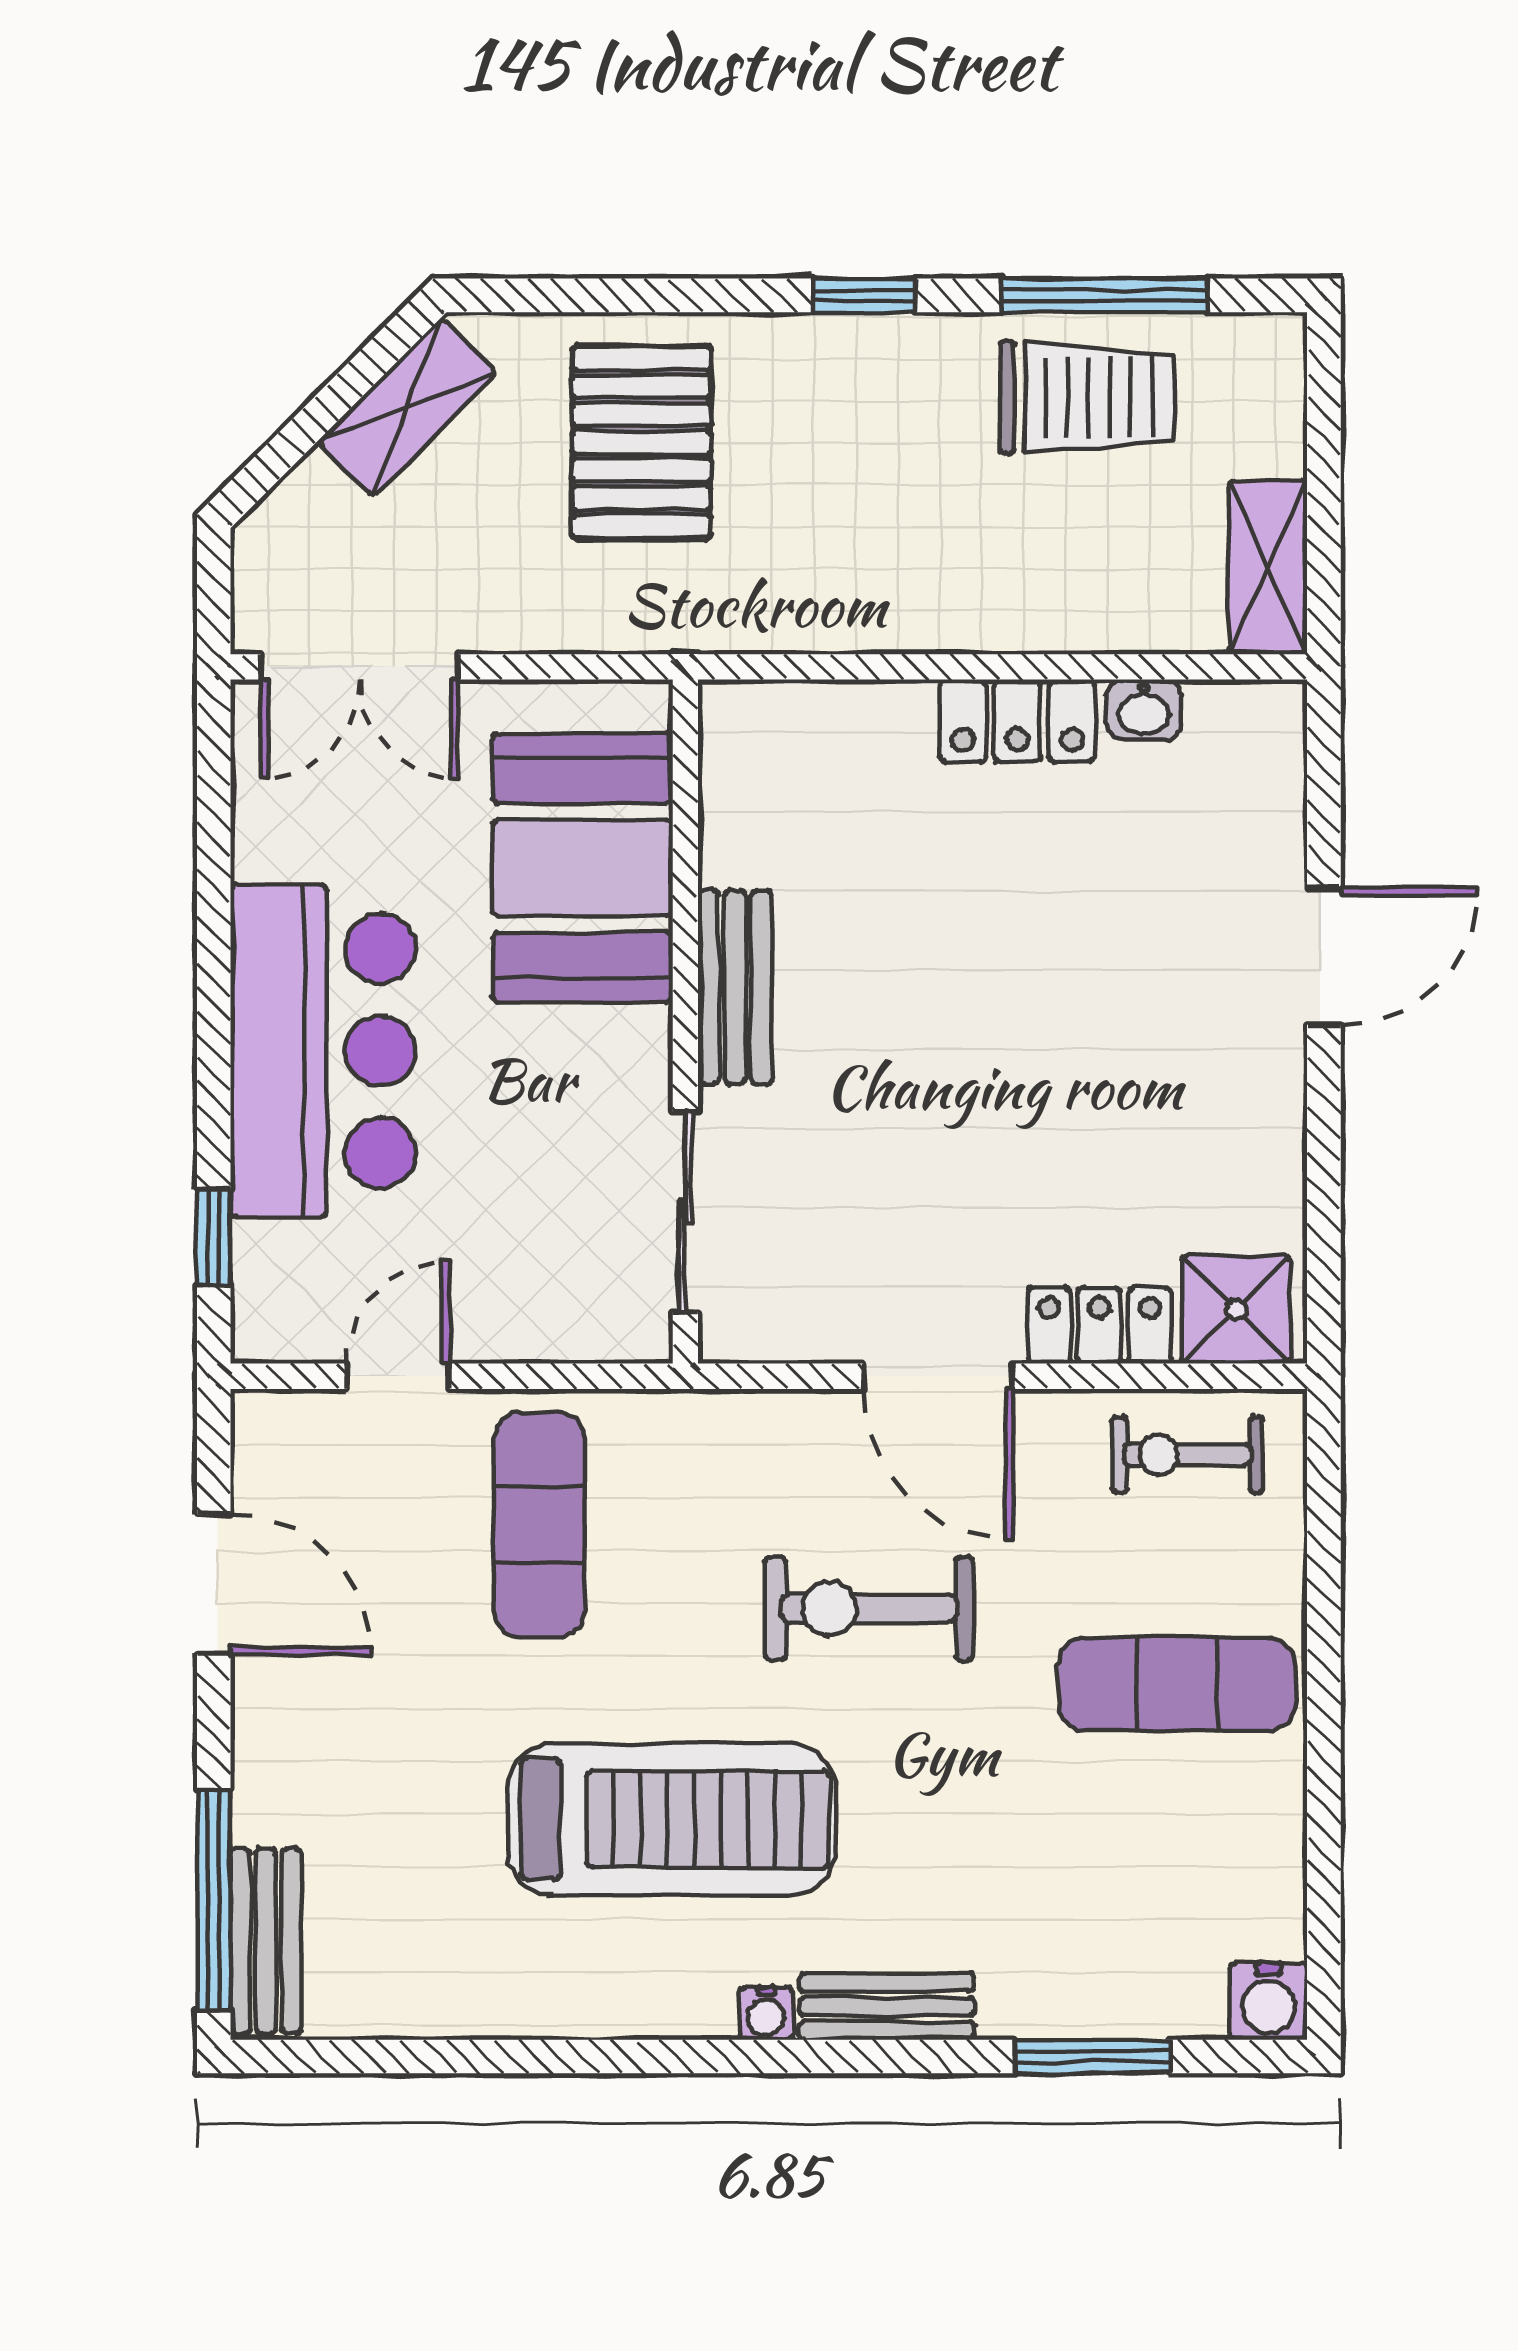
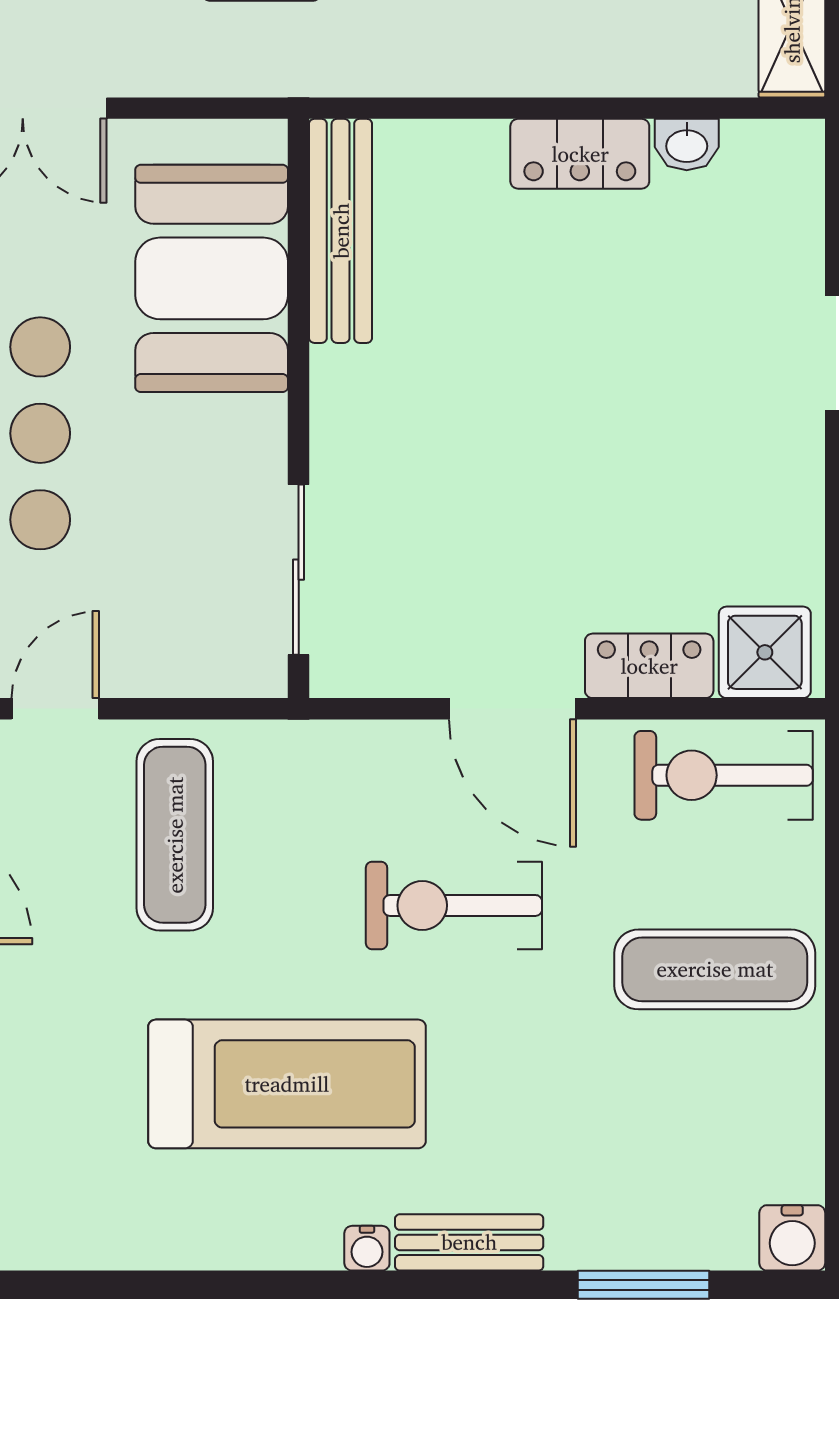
bench: (735, 987) -> (341, 231), moved, width x1.36
exercise bike: (1187, 1455) -> (724, 775), width x1.38, depth x1.39

